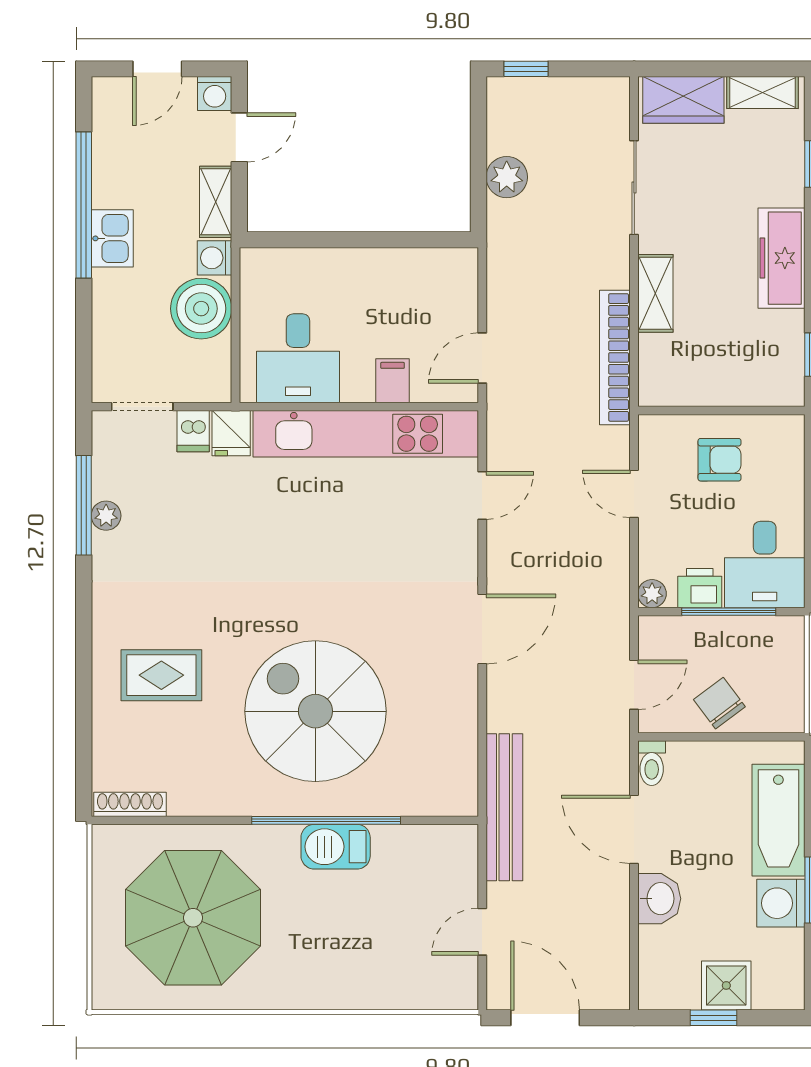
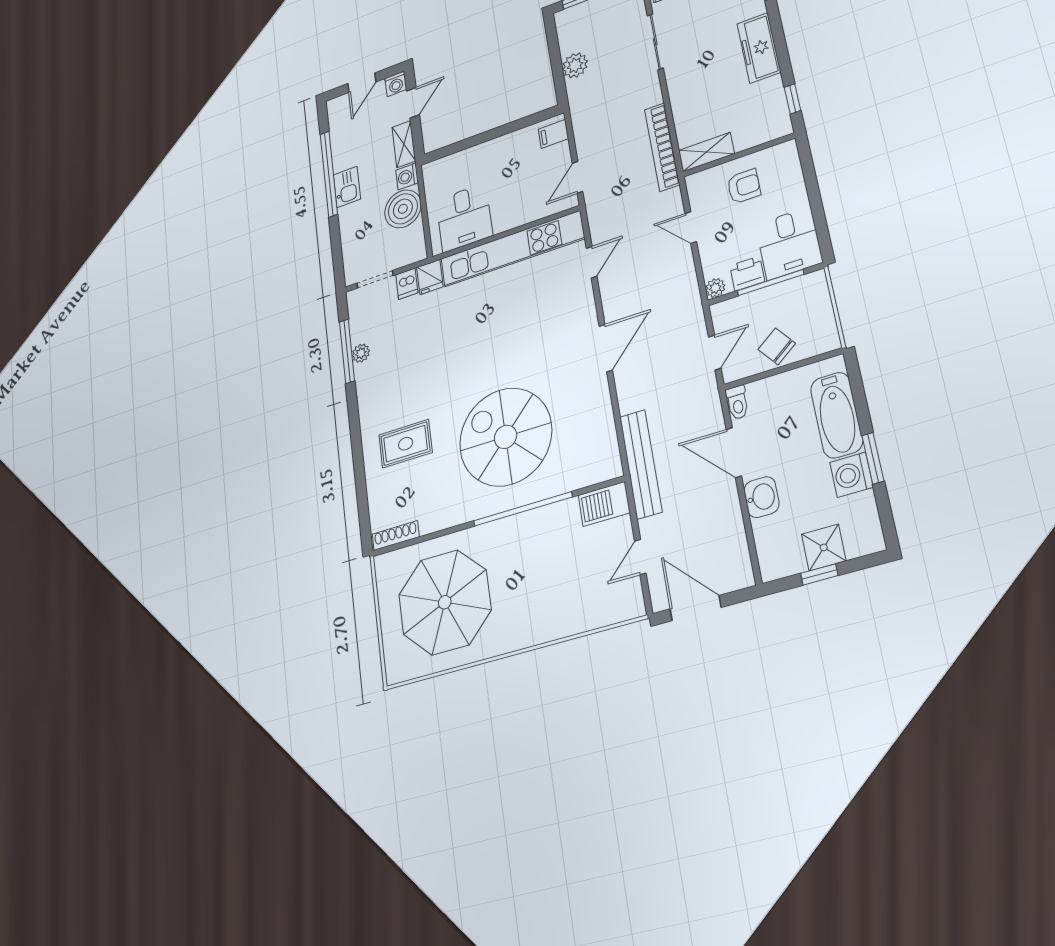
shelving: (655, 293) -> (706, 152), moved, turned 90
filing cabinet: (393, 381) -> (553, 134), moved, turned -90
barbecue: (336, 847) -> (604, 504), moved

